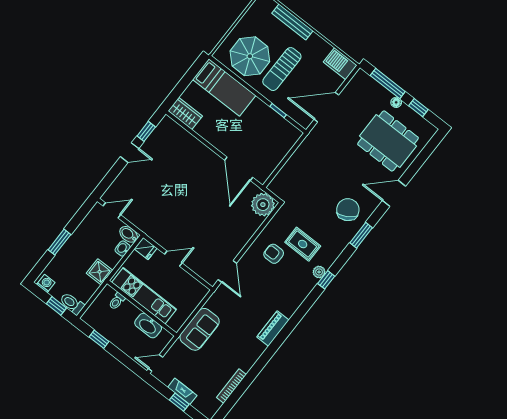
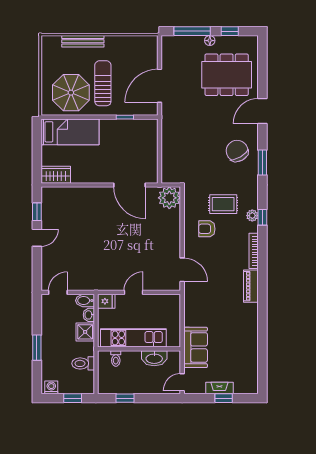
barbecue: (340, 64) -> (144, 44), removed
sun lounger: (282, 69) -> (103, 83), turned 180
shower: (100, 272) -> (85, 332), moved
toilet: (72, 304) -> (83, 363), moved
sofa: (200, 329) -> (196, 347), moved
bookcase: (231, 386) -> (254, 251), moved

